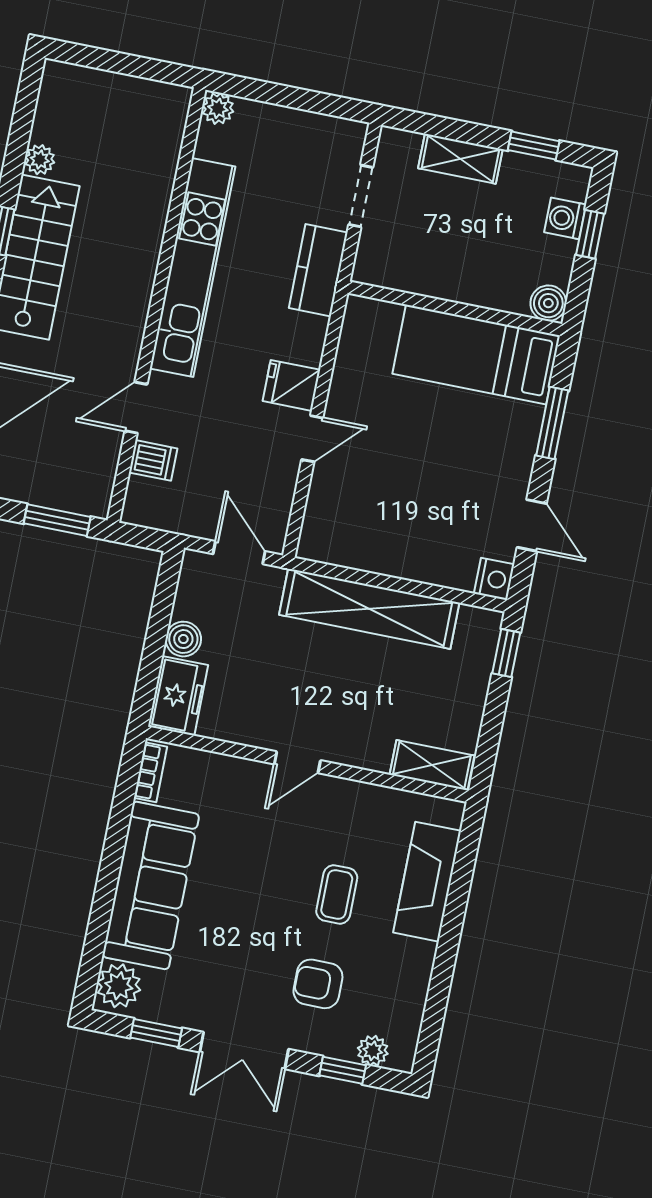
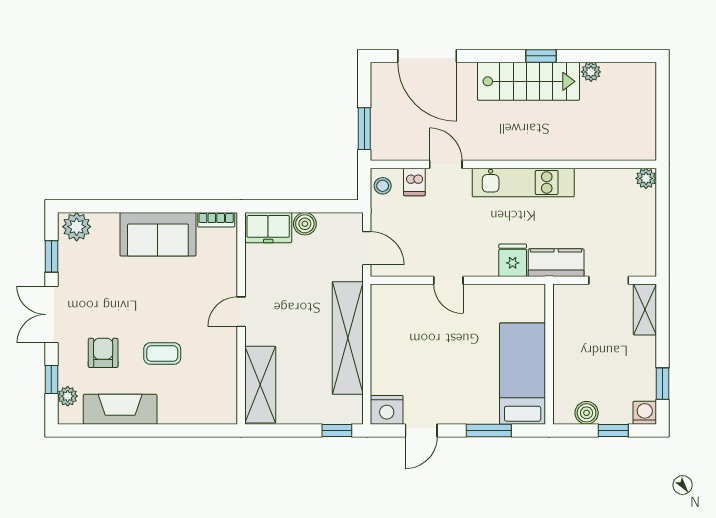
shelving: (460, 159) -> (645, 309), moved
washing machine: (565, 218) -> (645, 413), moved
kitchen unit: (192, 268) -> (523, 182), width x0.73
boiler: (548, 303) -> (587, 413), moved
fridge: (291, 385) -> (513, 260), moved
stool: (149, 510) -> (383, 186), added
door: (239, 553) -> (367, 248), hinge flipped
nightstand: (494, 579) -> (387, 410), width x1.36, depth x1.33
door: (297, 762) -> (241, 312), hinge flipped
shelving: (432, 765) -> (260, 385), width x1.50, depth x1.33
fireplace: (427, 882) -> (120, 409), moved
sofa: (151, 885) -> (158, 234), width x0.73

